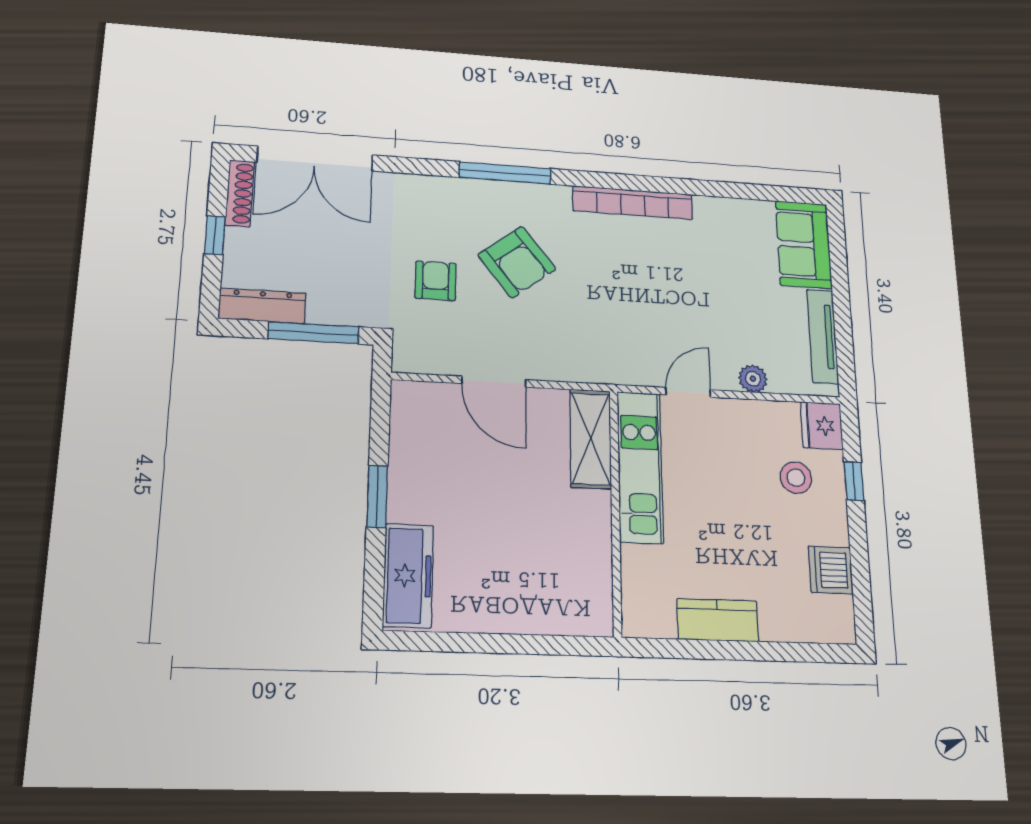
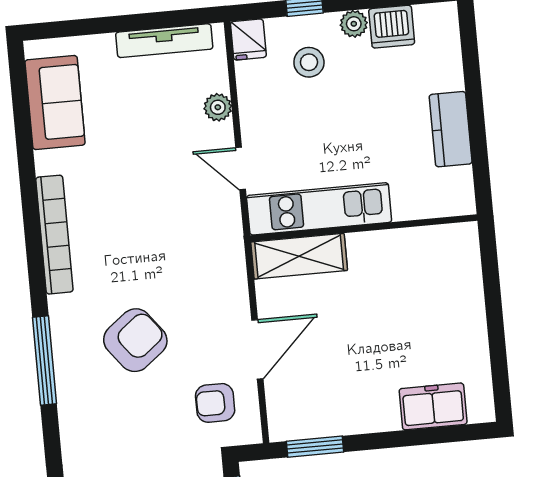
sofa: (804, 245) -> (55, 103), moved, turned -90
armchair: (436, 281) -> (215, 403), moved
fridge: (822, 426) -> (248, 39), width x0.72
window: (377, 496) -> (315, 447), moved
plant: (835, 530) -> (354, 24), added
freezer: (408, 576) -> (433, 406), width x0.71

